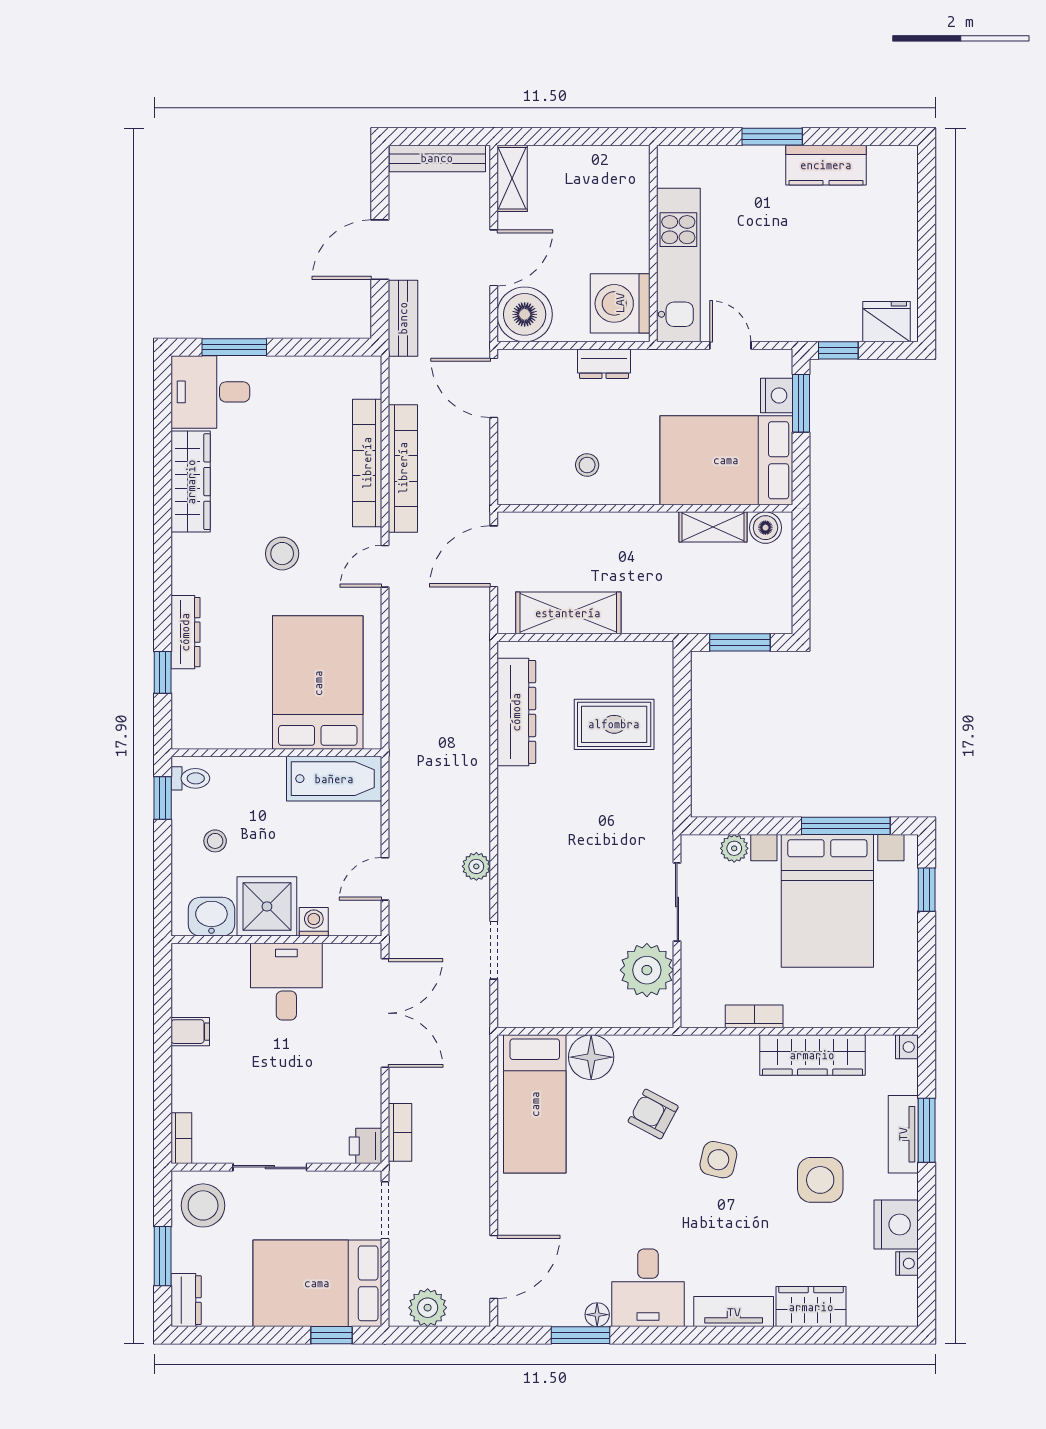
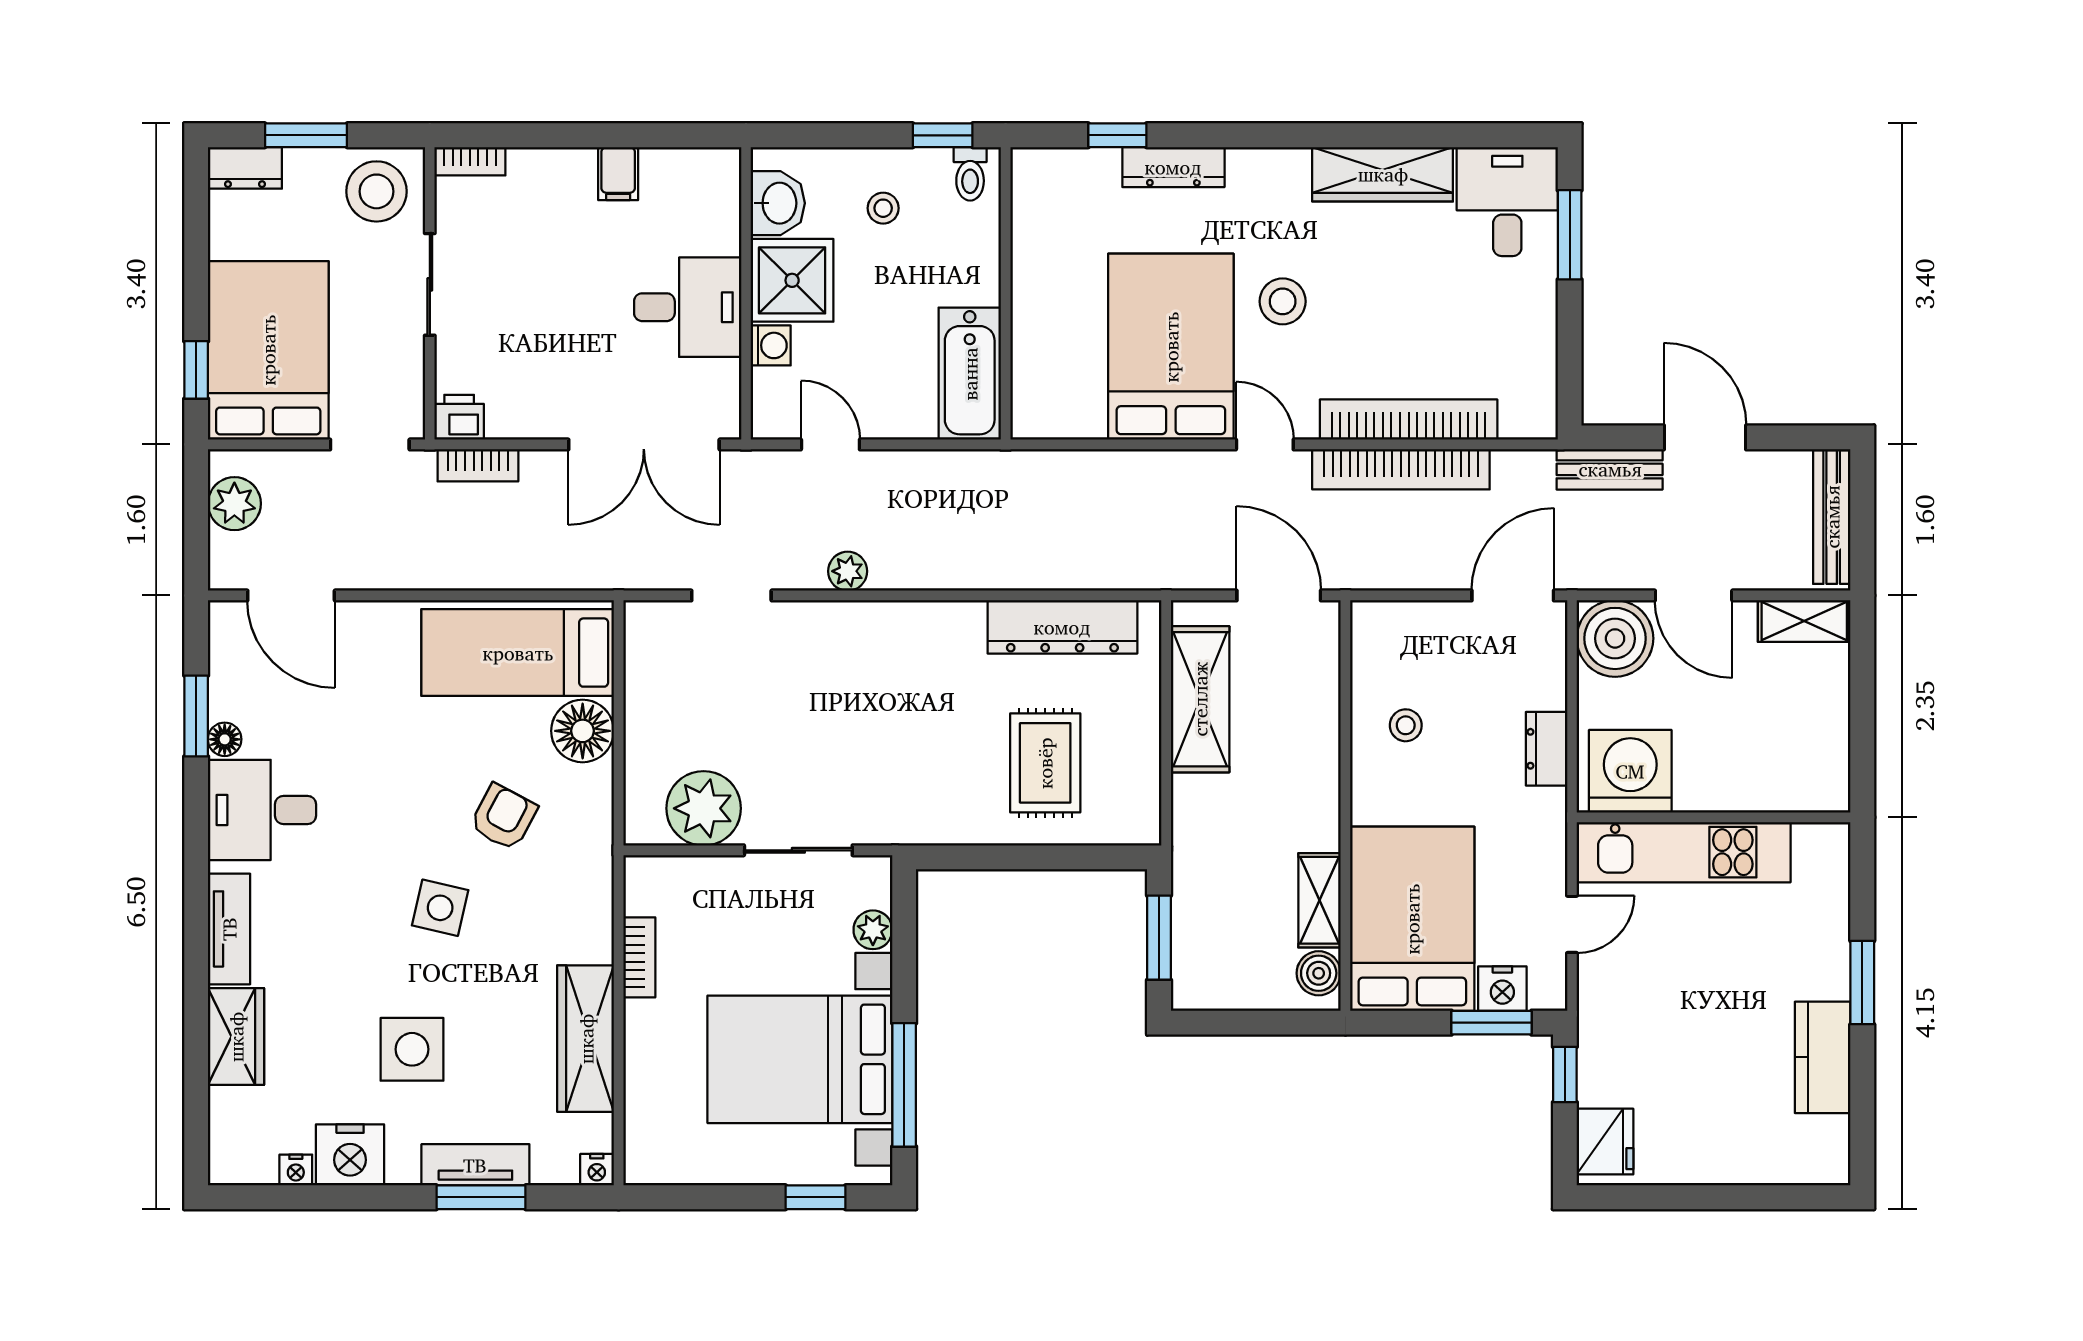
bed: (318, 683) -> (1171, 347), moved, turned -90

